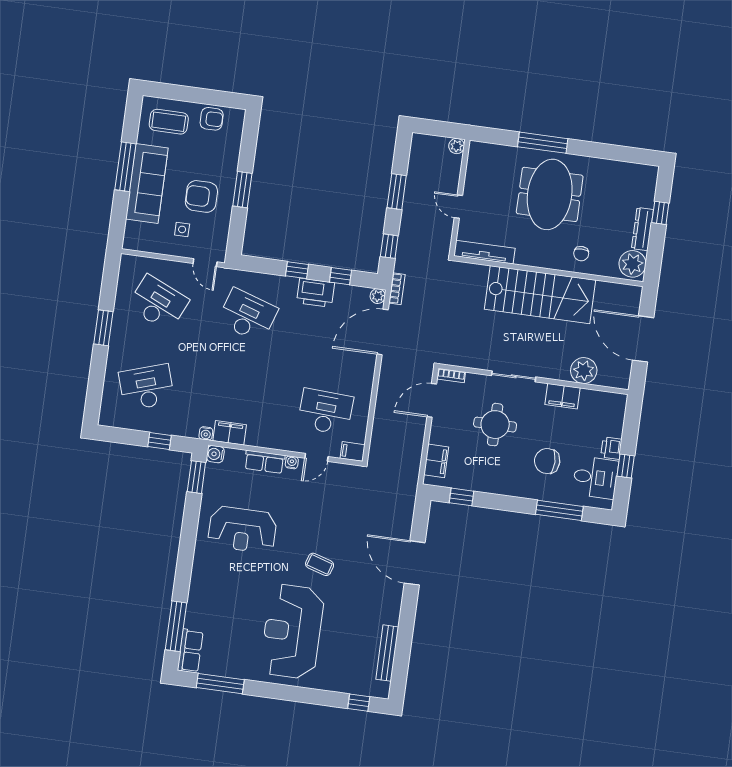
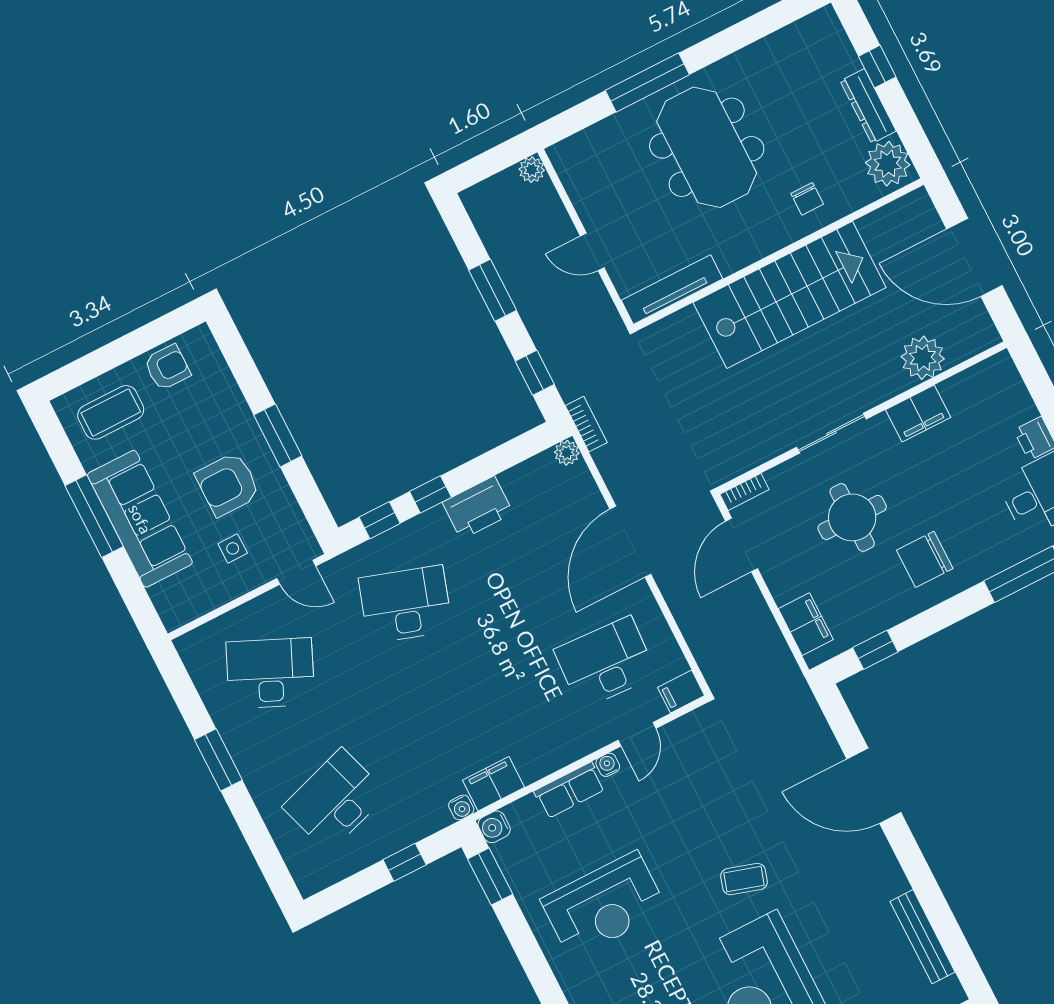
window: (340, 276) -> (380, 520), moved
door: (383, 332) -> (630, 542), moved
chair: (547, 461) -> (925, 559), moved

